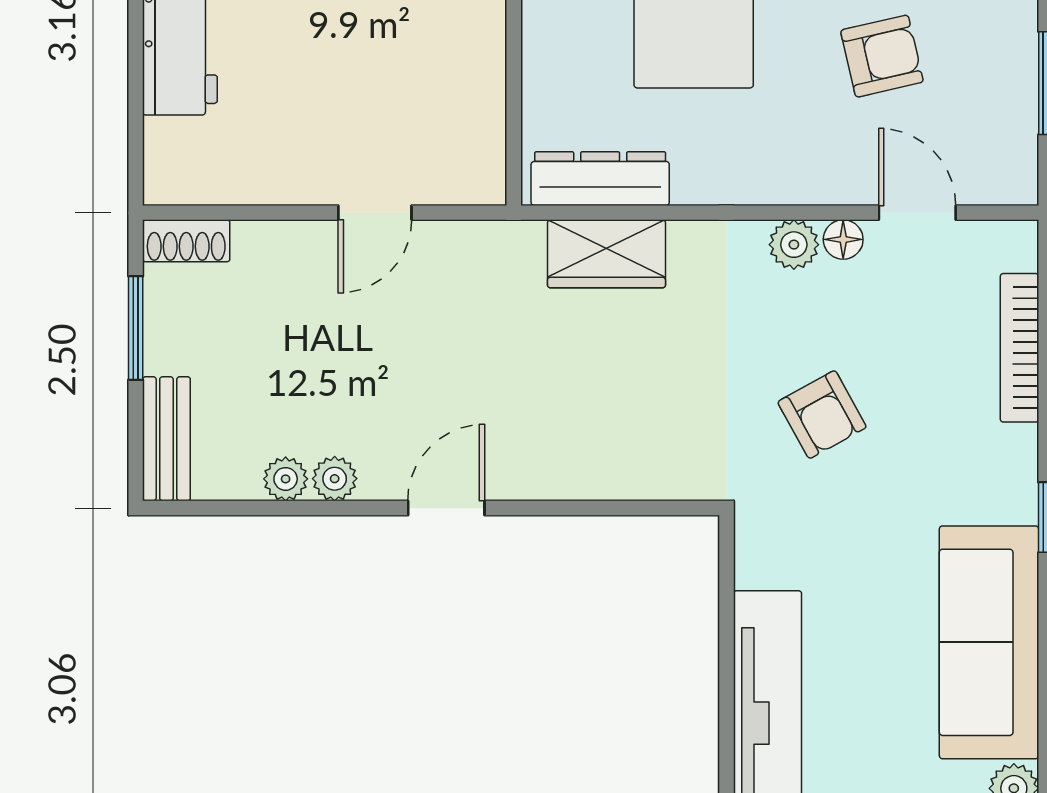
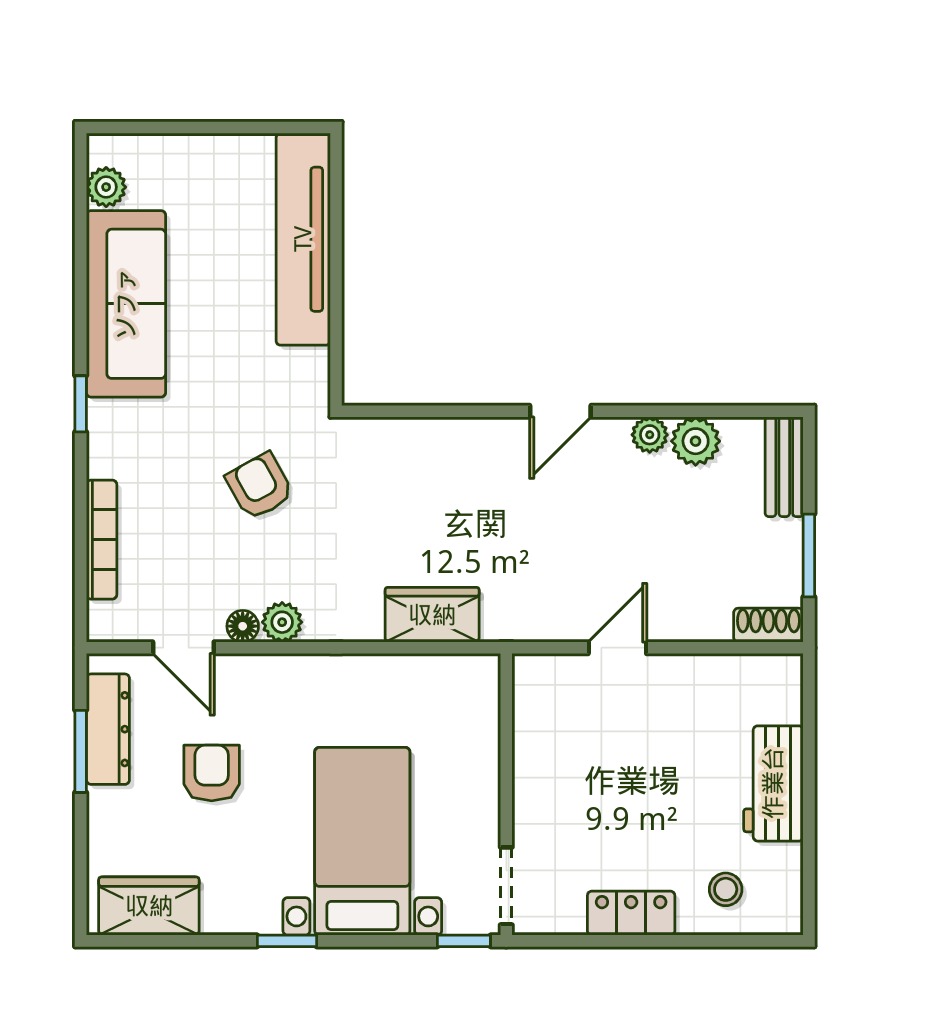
armchair: (882, 56) -> (212, 773), turned 103
dresser: (600, 179) -> (108, 729), moved, turned -90
plant: (286, 479) -> (696, 441), width x1.38, depth x1.38

